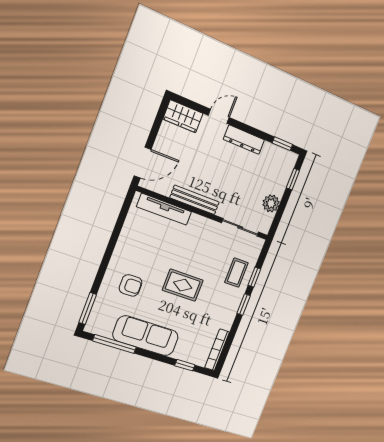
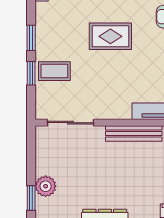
plant: (271, 203) -> (46, 186), moved
coffee table: (236, 273) -> (54, 71), turned 90

